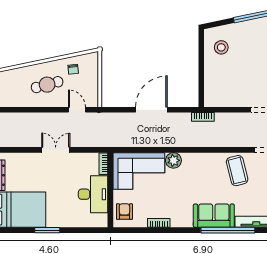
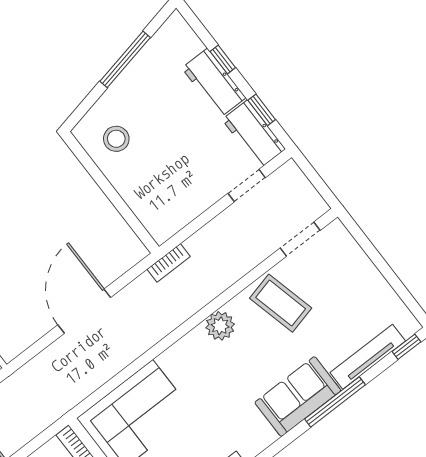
plant: (173, 160) -> (220, 326), moved
window: (228, 230) -> (335, 402), width x0.68

